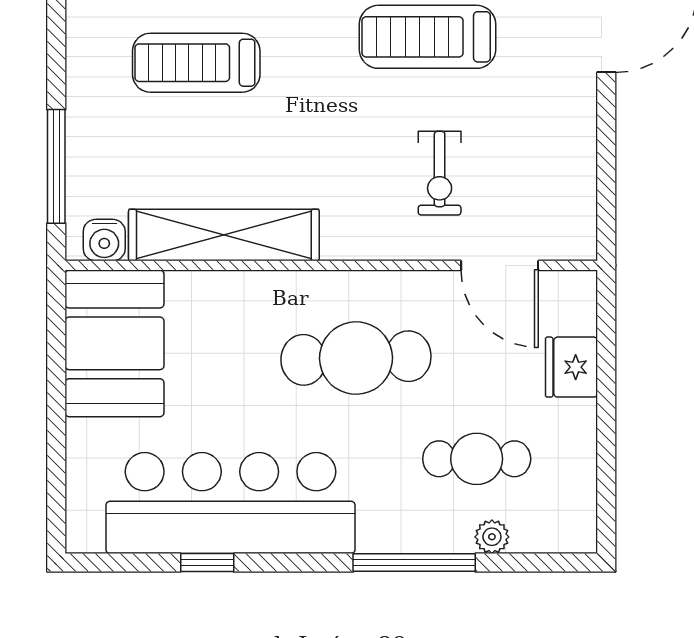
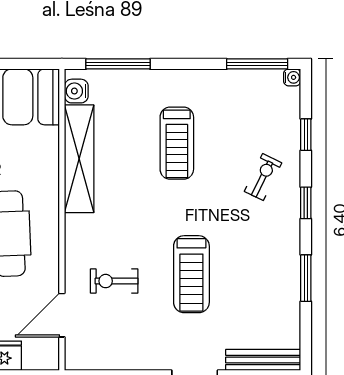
treadmill: (427, 37) -> (191, 274), turned 180
treadmill: (196, 63) -> (177, 143), turned 180

